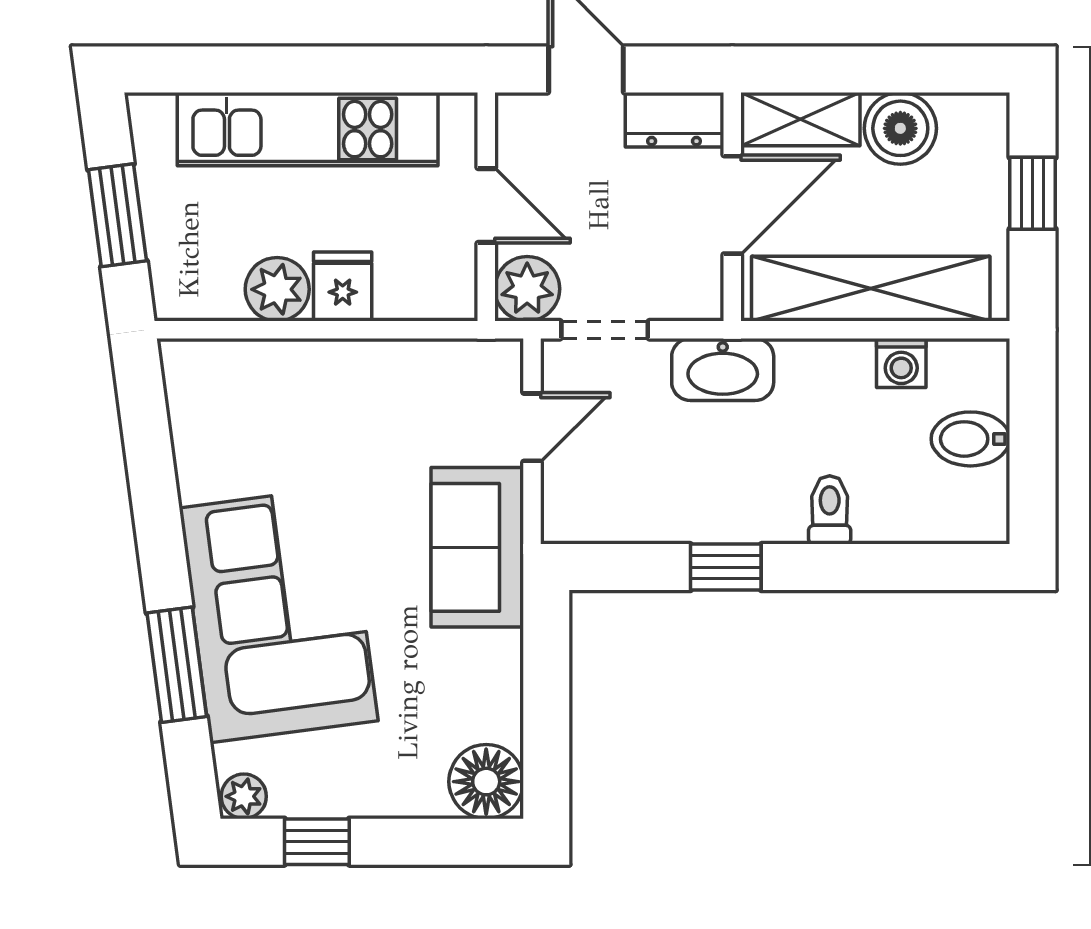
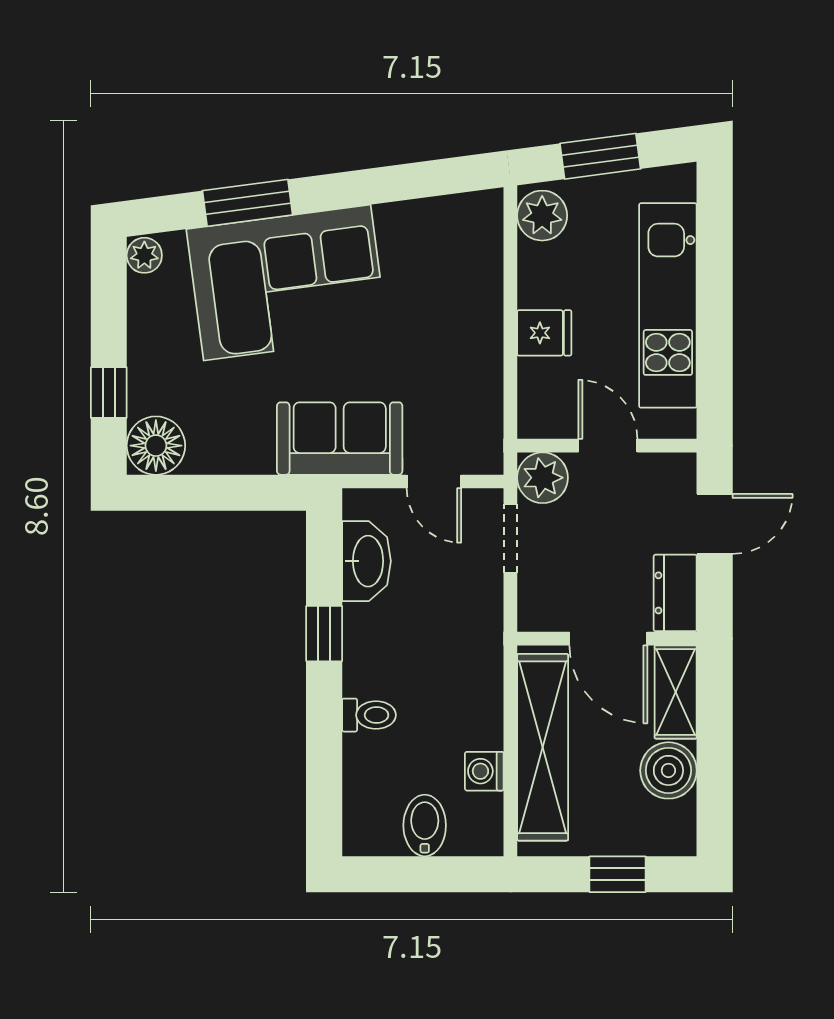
door: (486, 206) -> (608, 446), swing flipped
plant: (277, 289) -> (542, 216), moved
washbasin: (723, 369) -> (367, 561), moved, turned 180
window: (317, 842) -> (109, 393), moved

